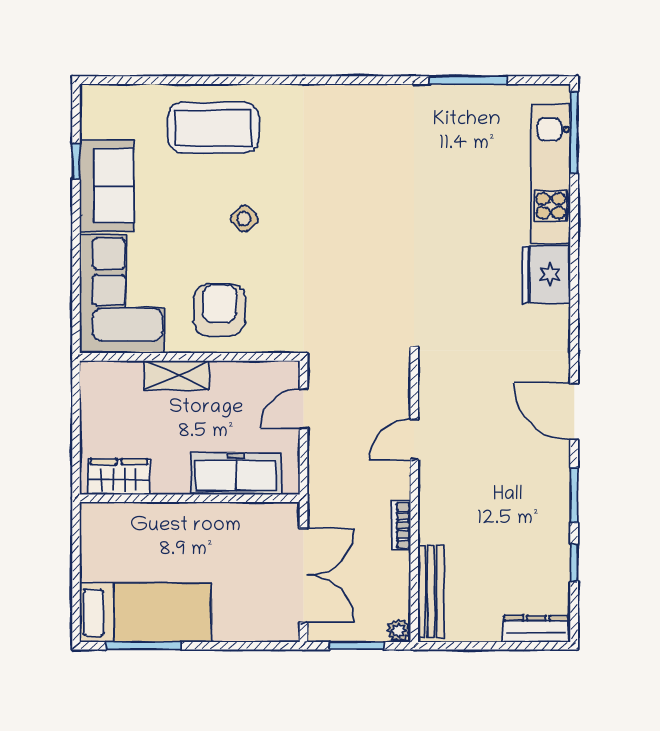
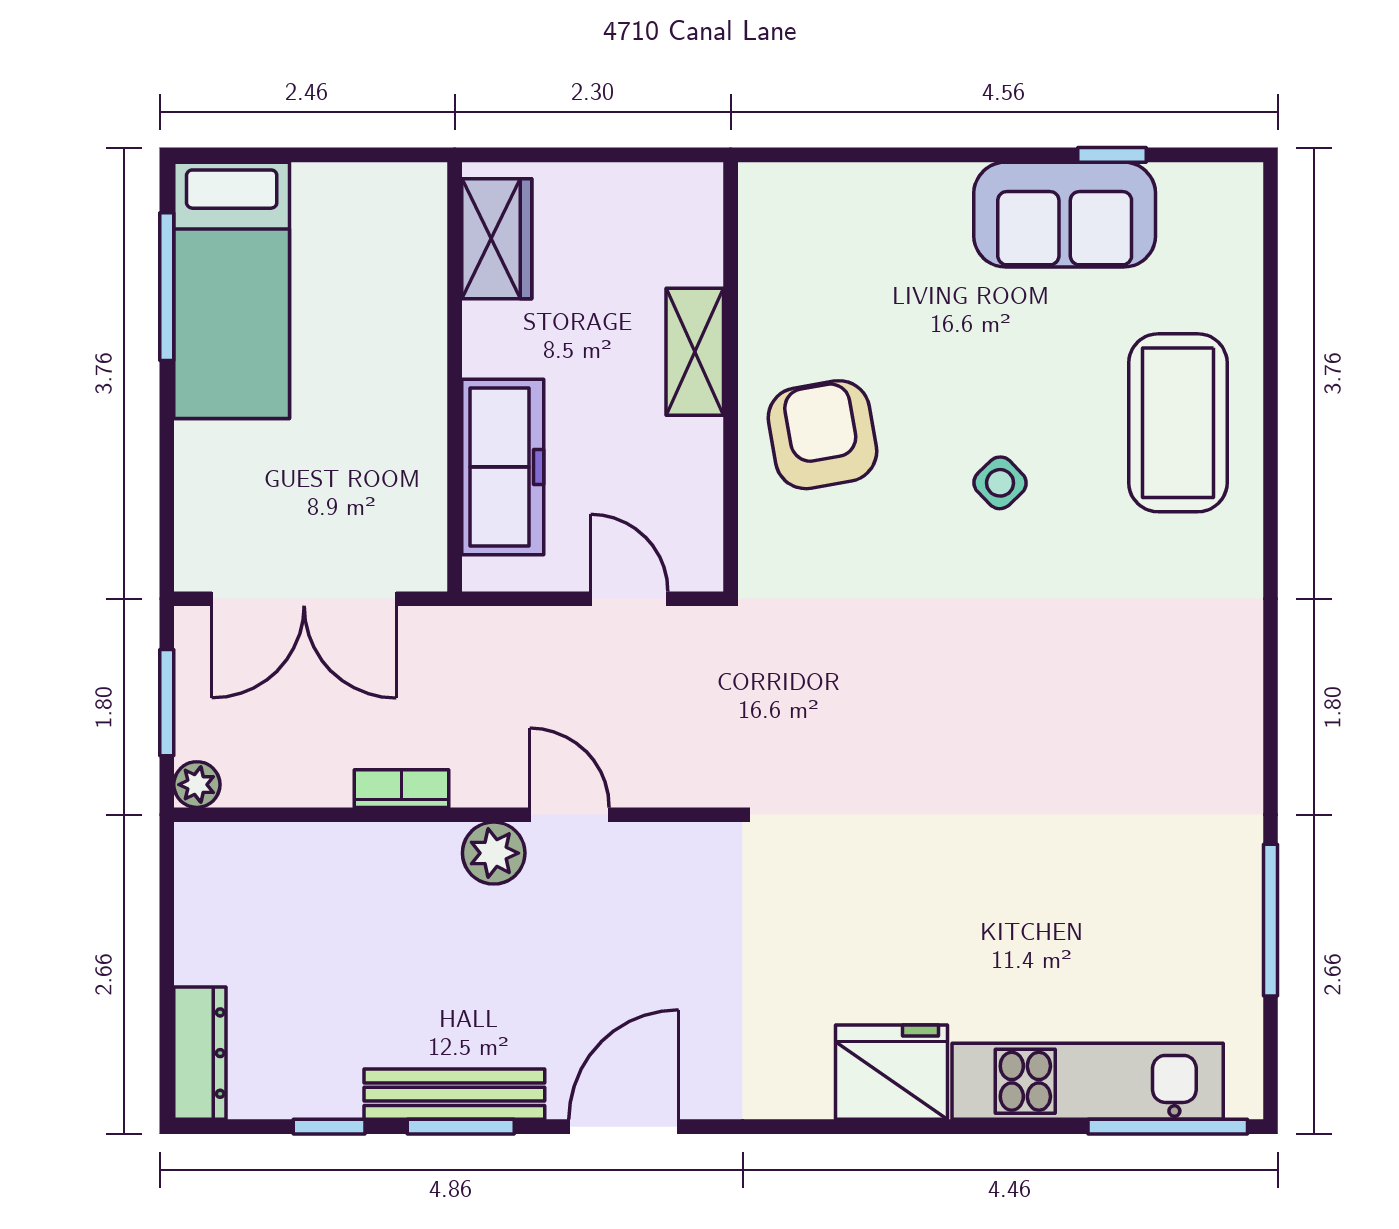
corner sofa: (122, 294) -> (854, 244), removed
armchair: (219, 310) -> (822, 435), turned -100
plant: (434, 478) -> (494, 853), added
bench: (431, 591) -> (454, 1094), moved

